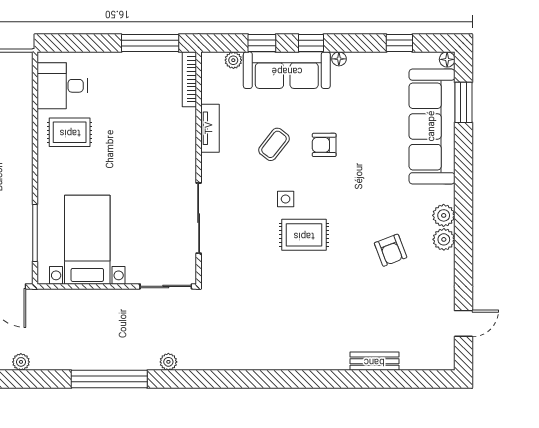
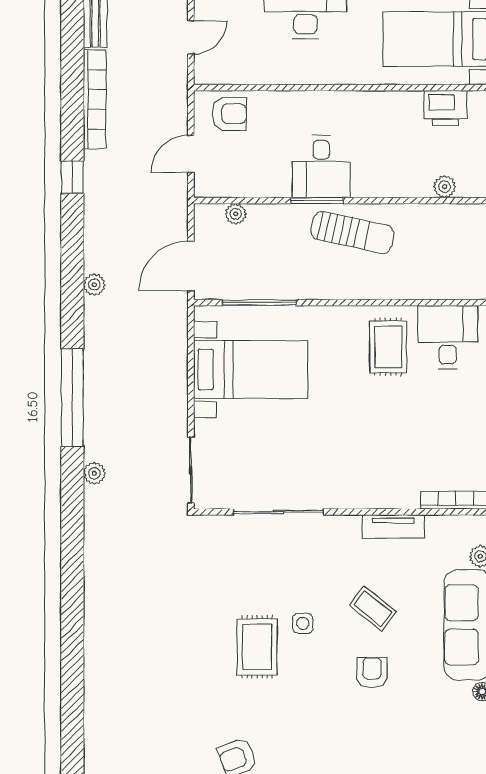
bench: (374, 361) -> (95, 737), removed

